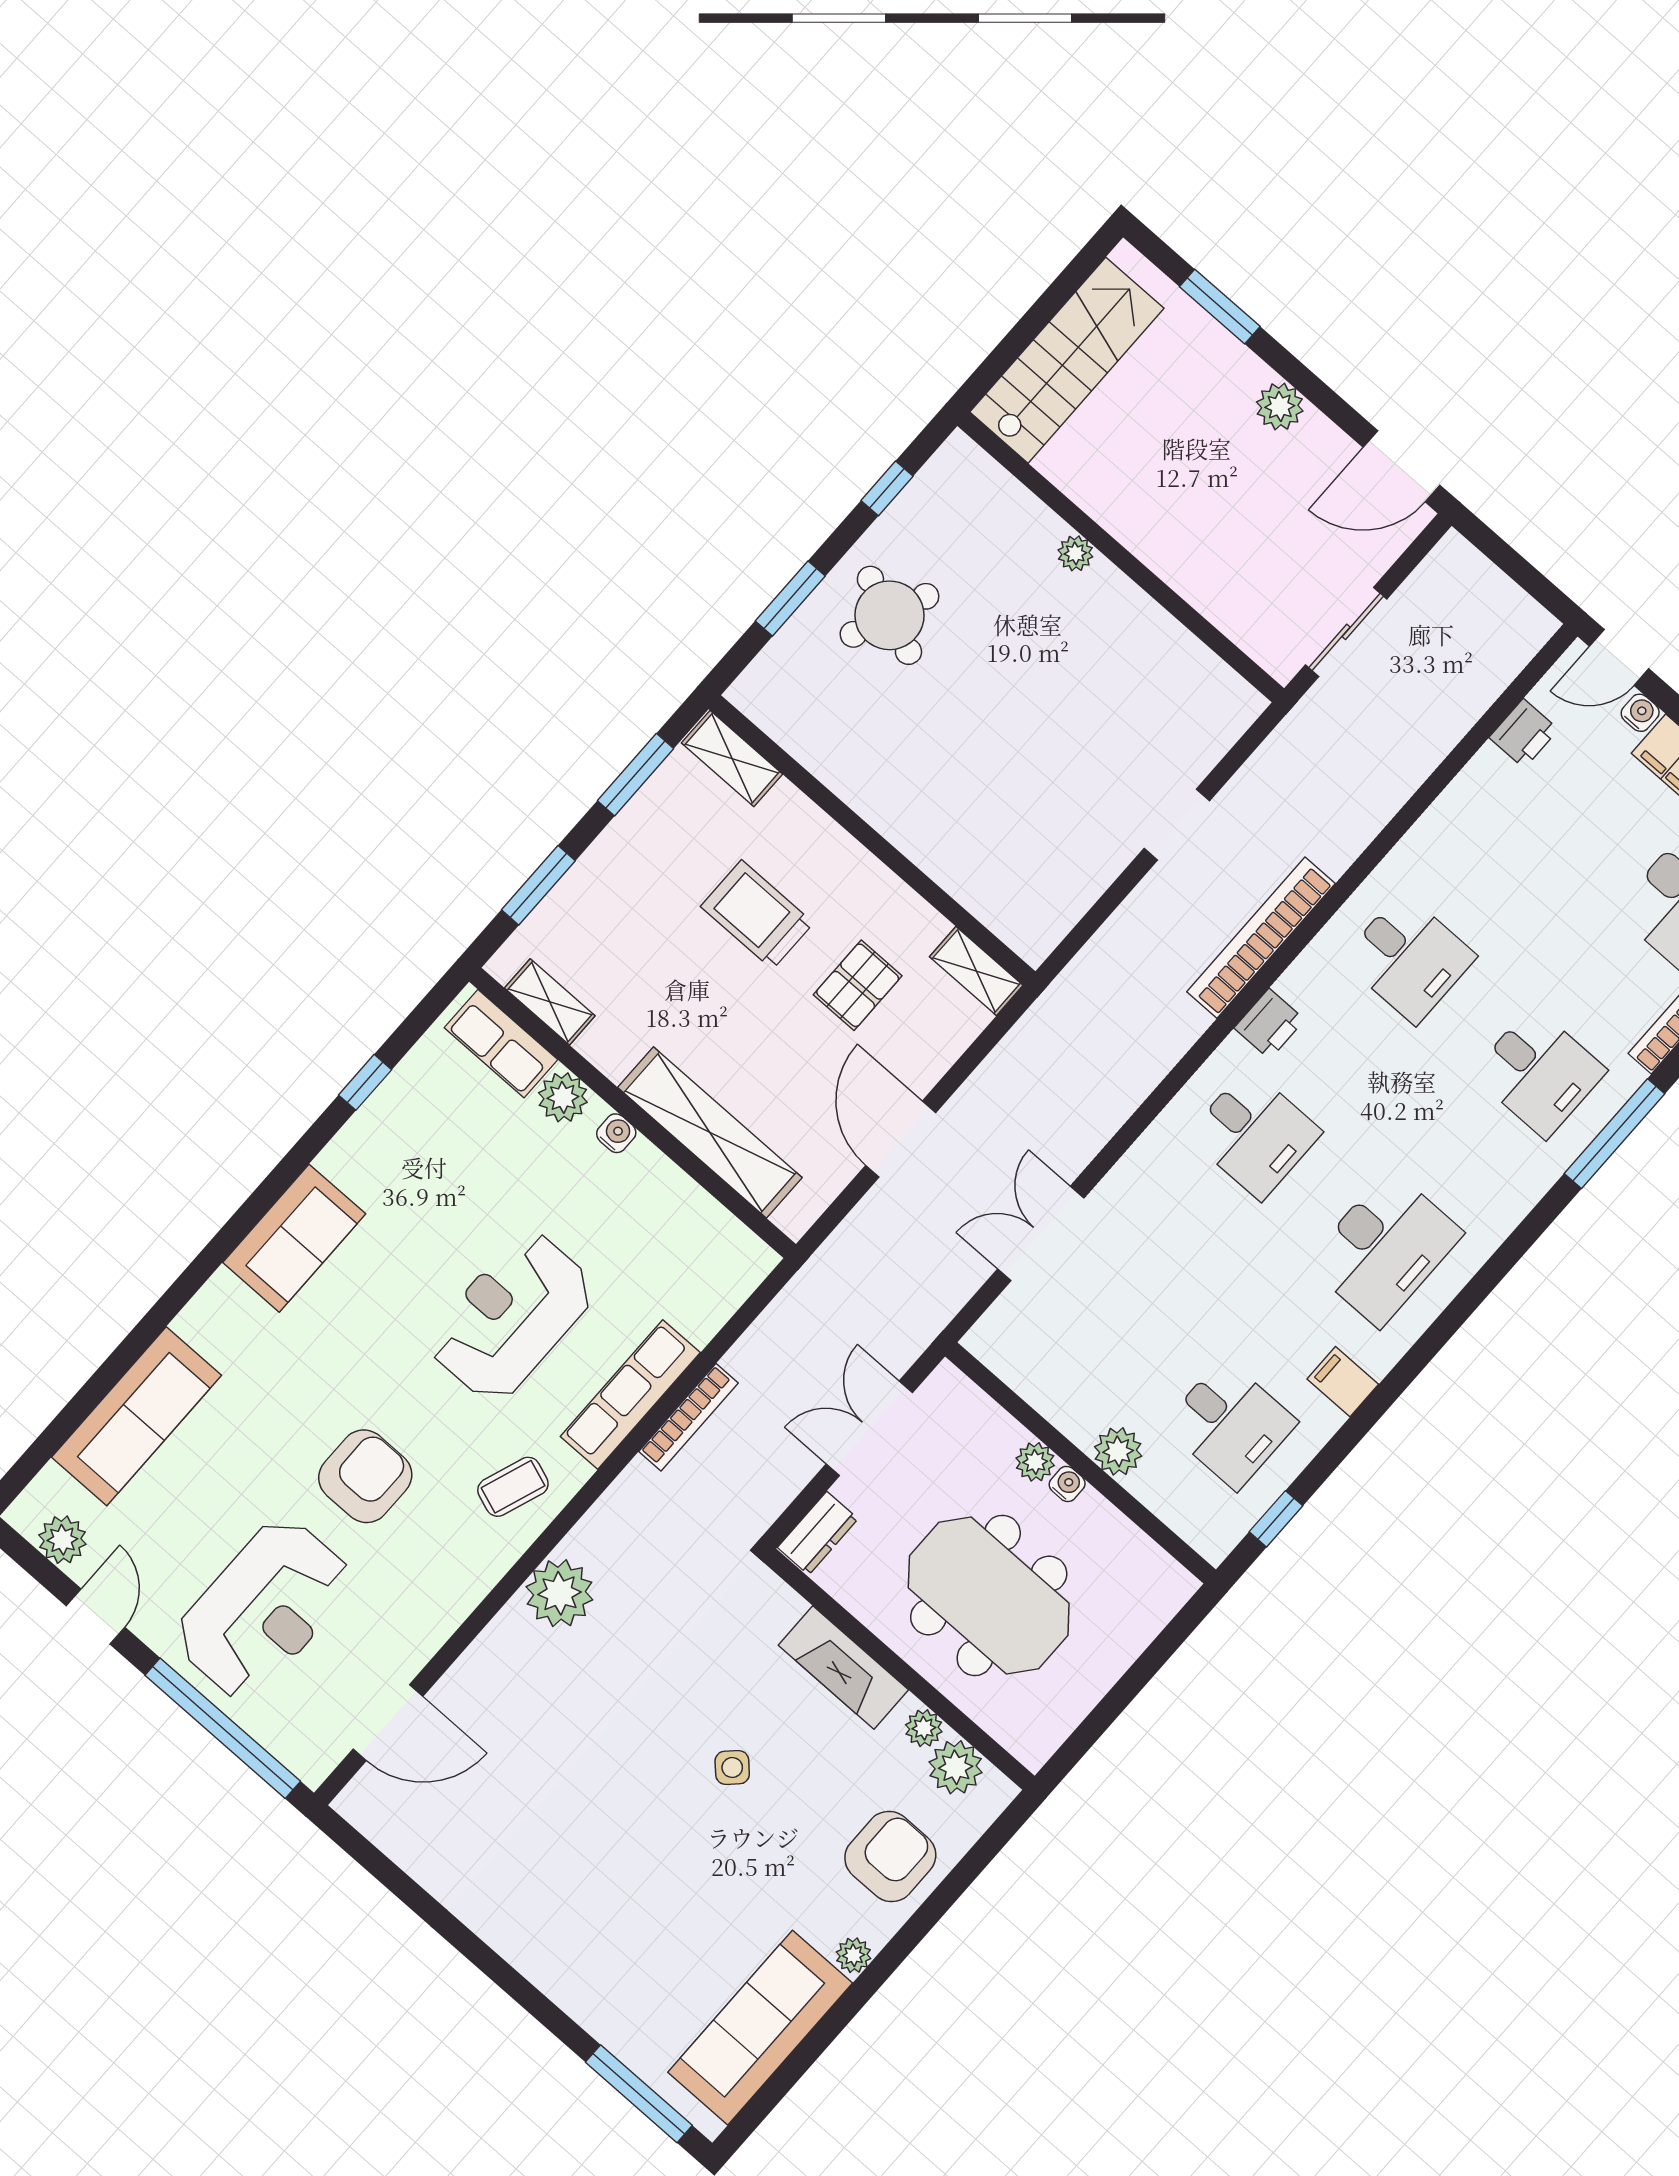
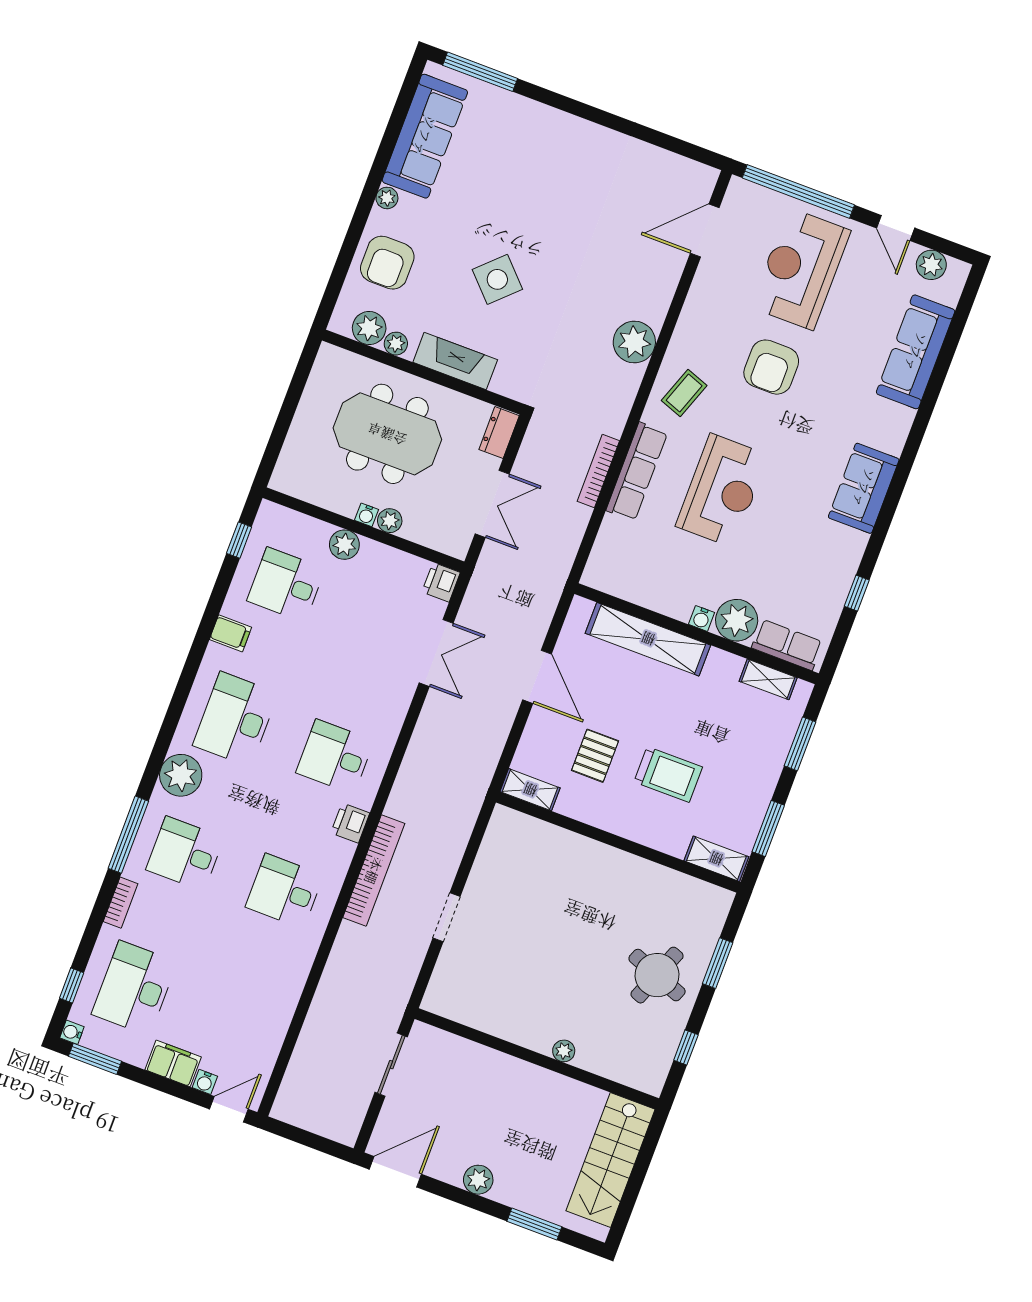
printer: (1524, 734) -> (441, 582), moved
plant: (563, 1097) -> (737, 620), width x1.36, depth x1.36
plant: (1500, 1194) -> (181, 775), added
side table: (732, 1768) -> (497, 279), width x1.87, depth x1.87

